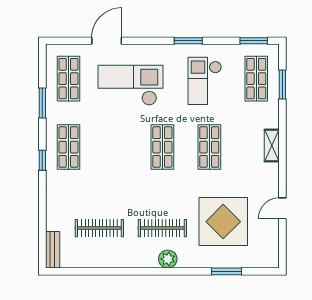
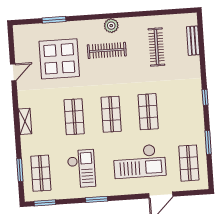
shop shelf: (68, 147) -> (148, 112), moved
clothes rail: (99, 228) -> (156, 47), turned 90
bench: (53, 250) -> (193, 41), moved
plant: (168, 259) -> (111, 26), moved

